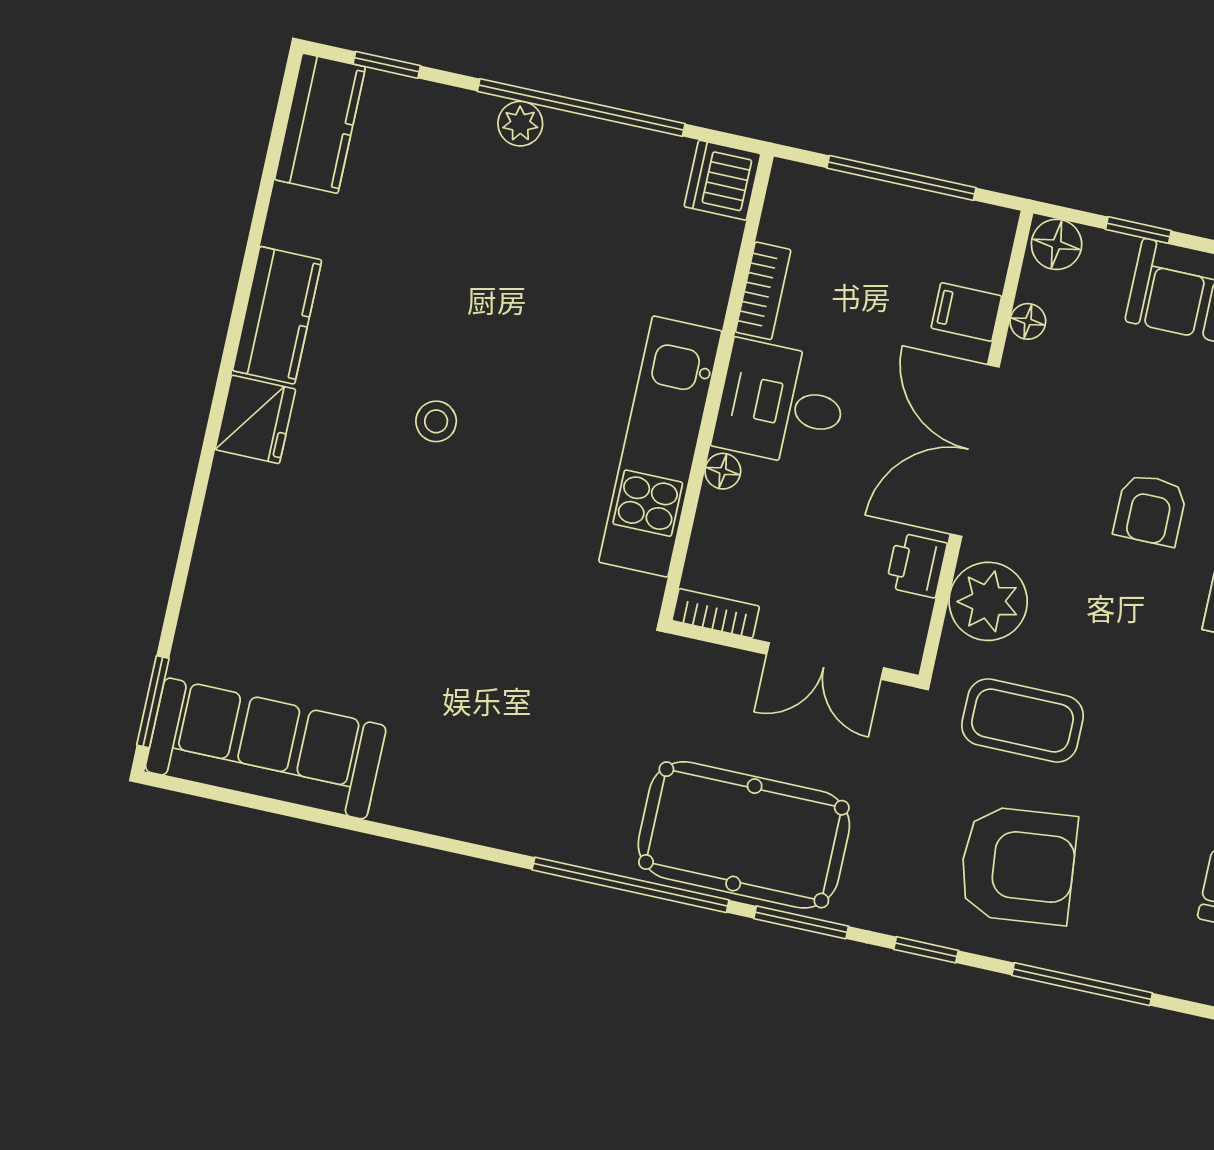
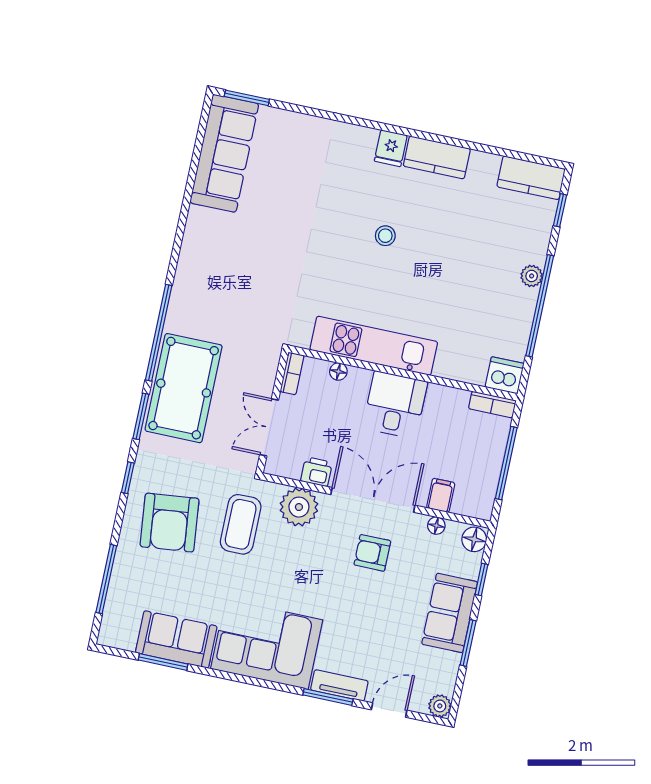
bookcase: (763, 291) -> (492, 405), moved
fridge: (255, 419) -> (391, 148), width x0.72
floor lamp: (723, 471) -> (338, 371), moved
armchair: (1150, 510) -> (372, 553), moved
window: (1082, 984) -> (106, 579), moved

